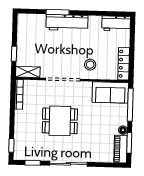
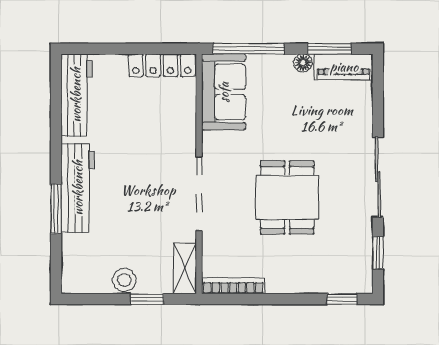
workbench: (116, 23) -> (76, 95), width x1.38
stool: (90, 65) -> (124, 280), moved

